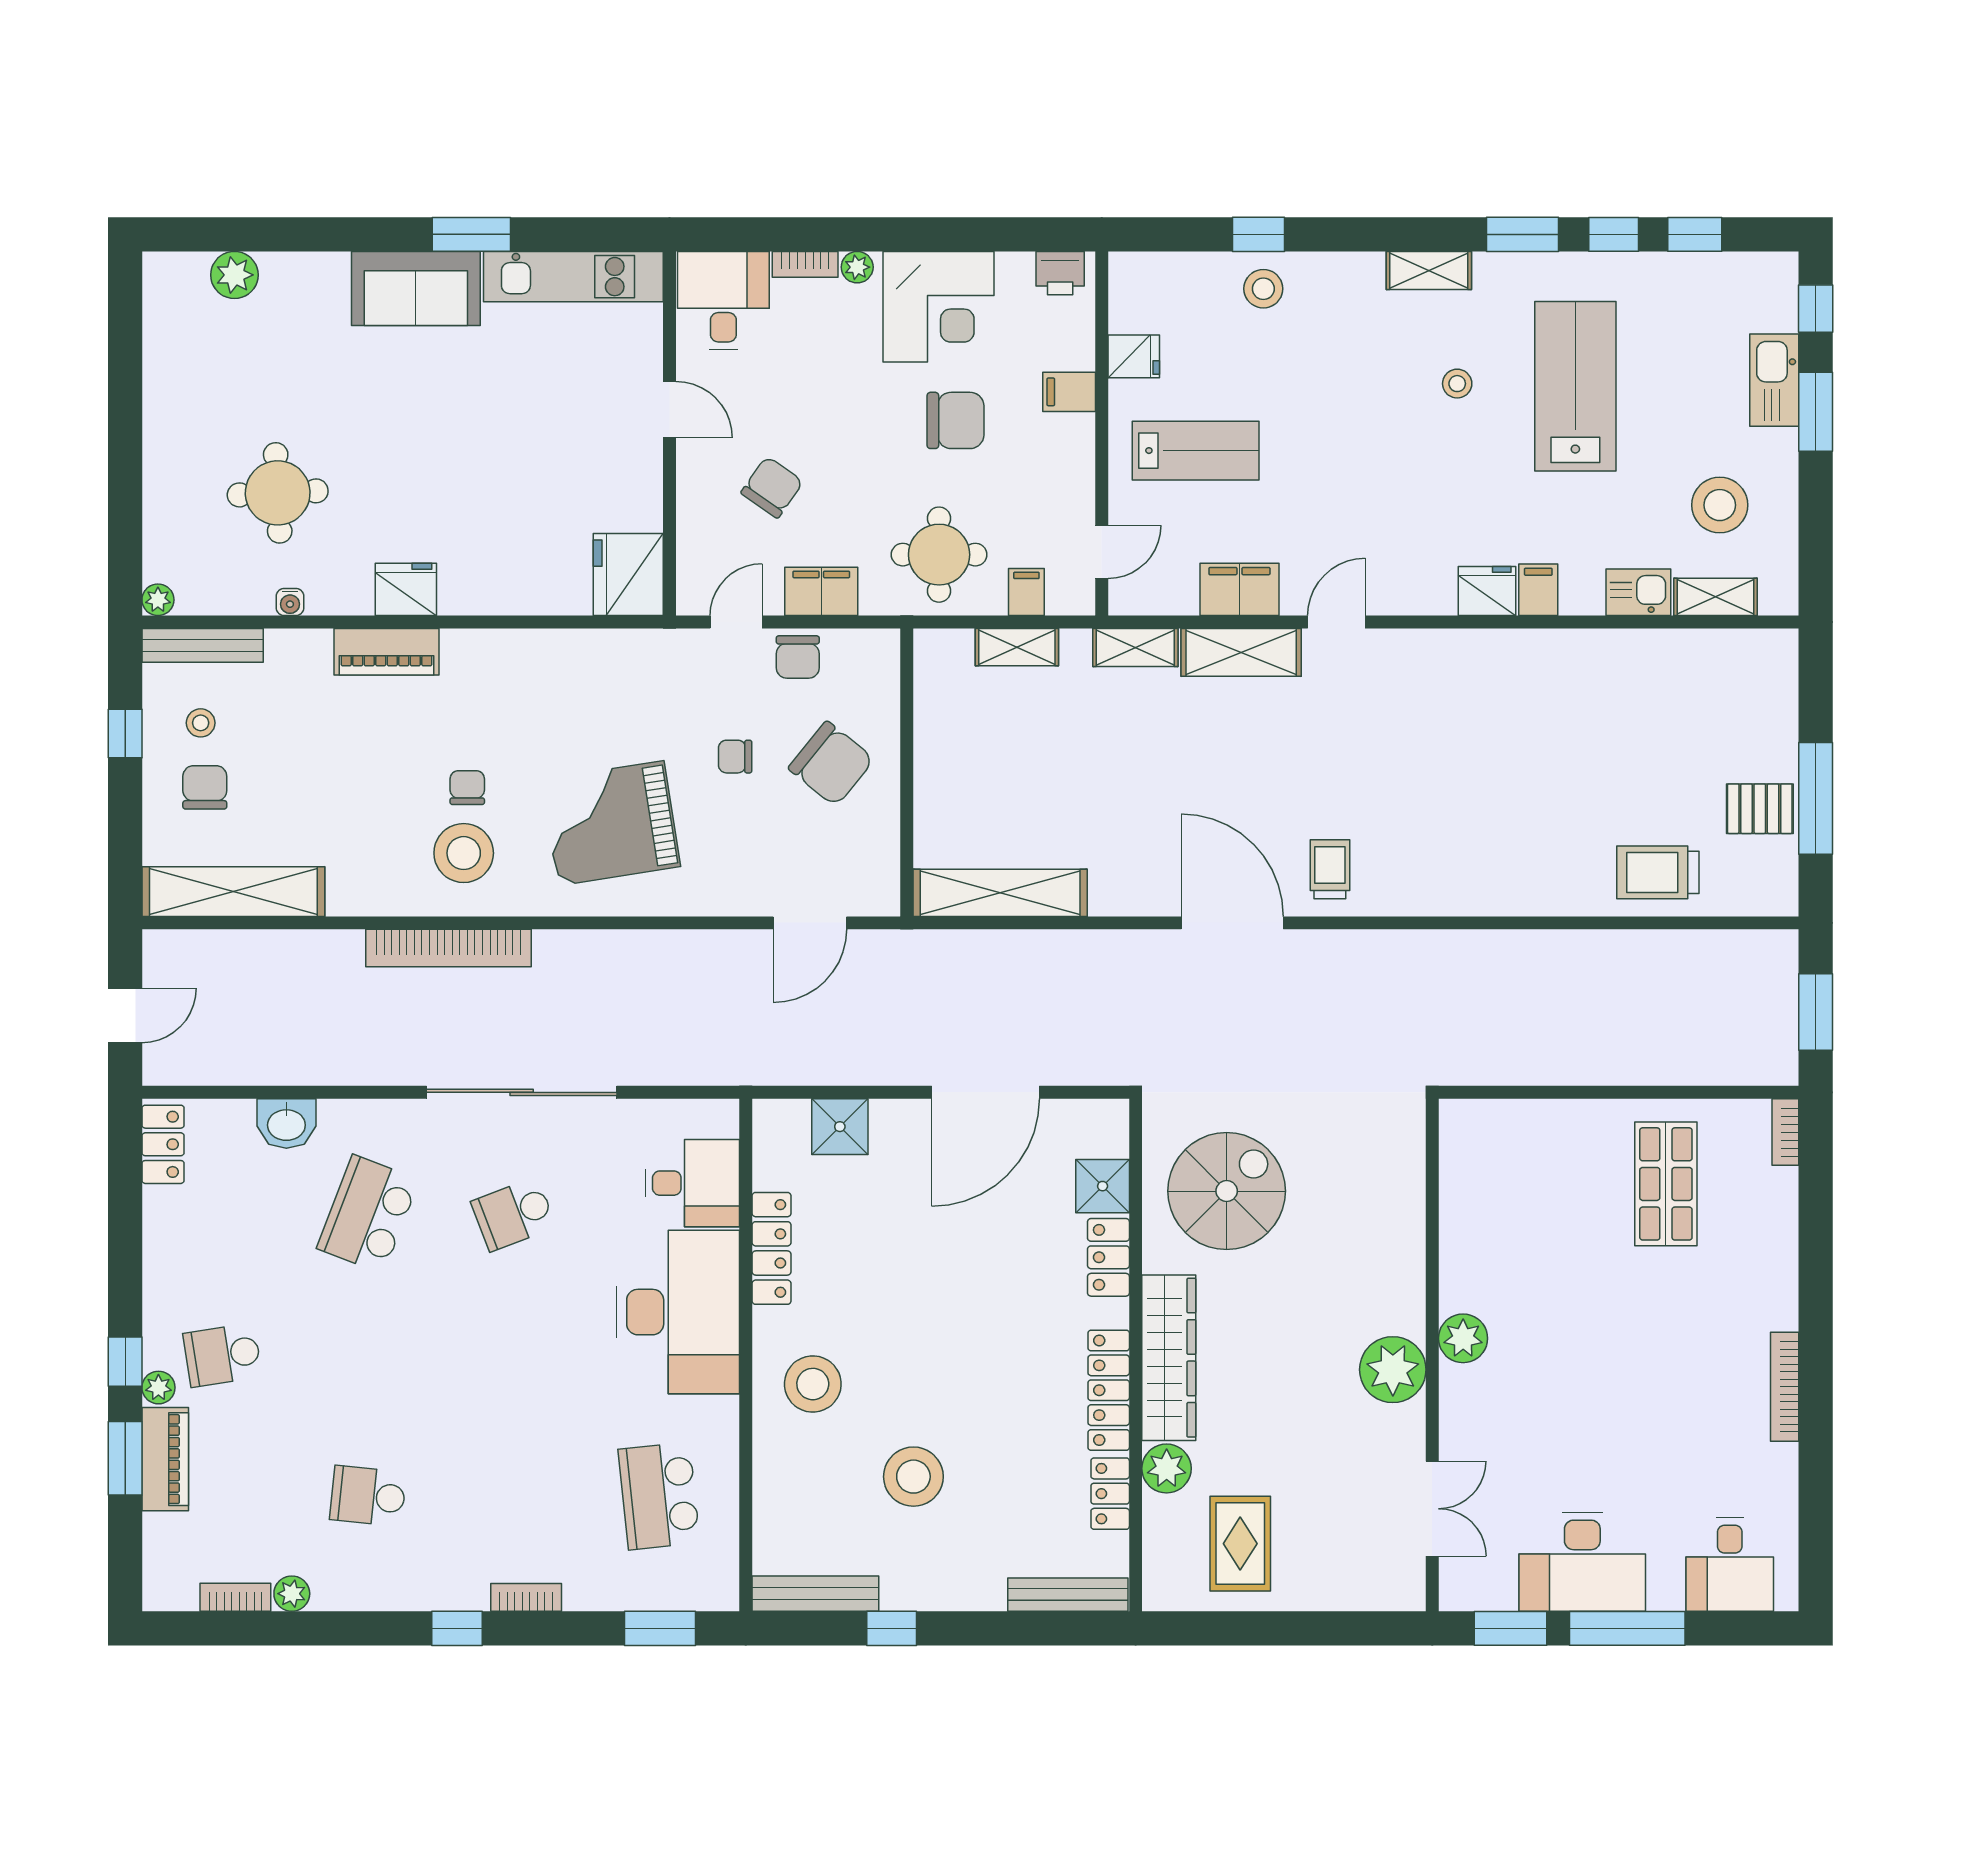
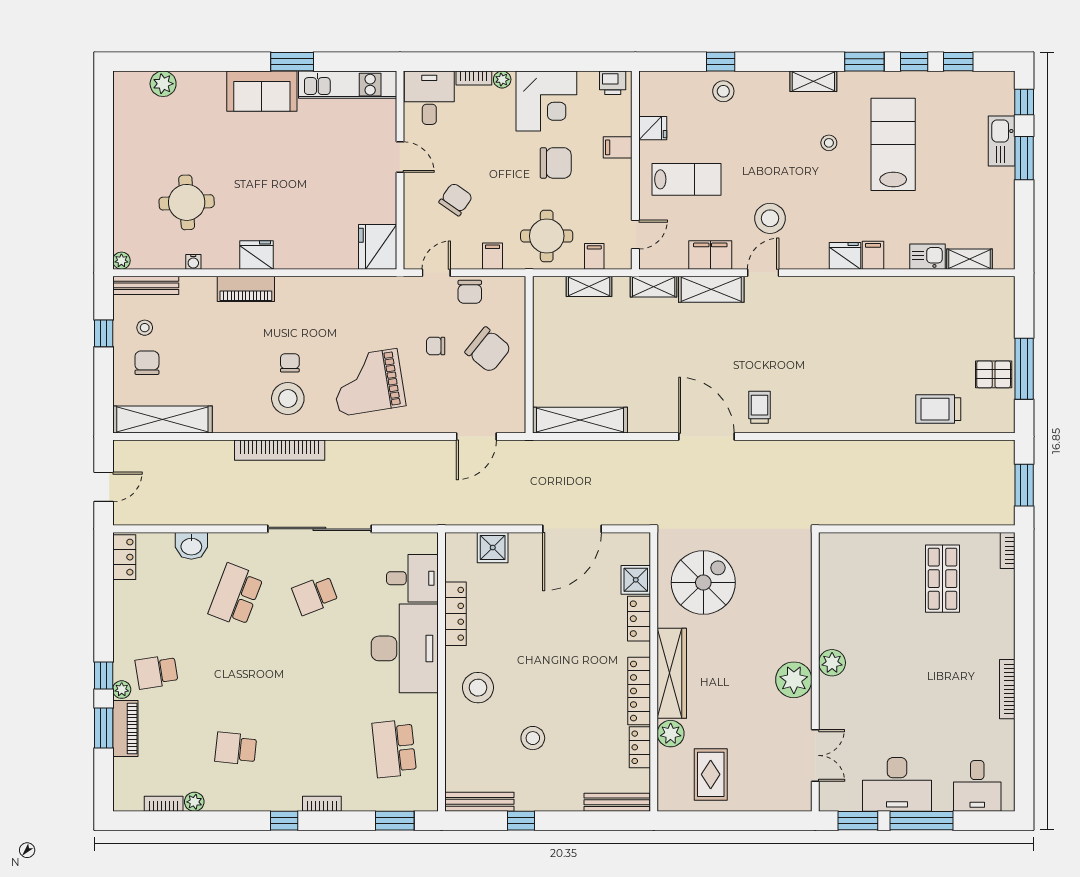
stool: (1720, 505) -> (770, 218), moved
filing cabinet: (821, 591) -> (493, 256), width x0.50
stool: (913, 1477) -> (533, 738), width x0.73, depth x0.73

